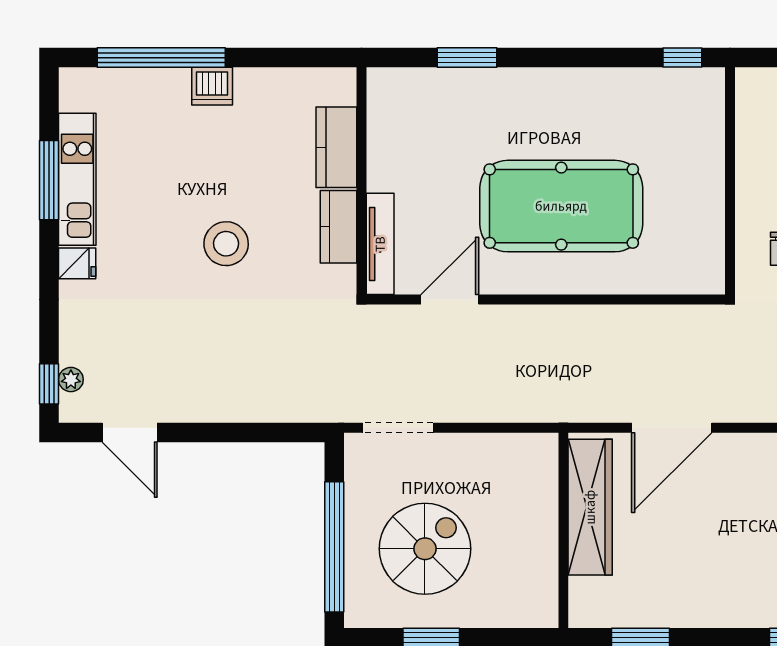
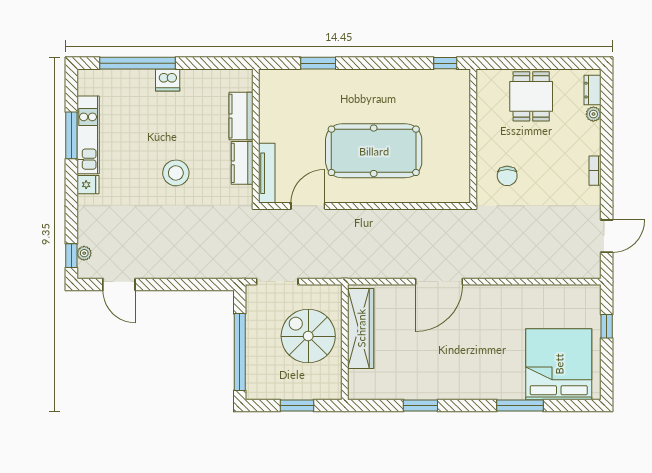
wardrobe: (590, 507) -> (361, 328), moved
wall: (563, 530) -> (345, 342), moved
spiral stairs: (425, 549) -> (308, 336), moved, turned -90

